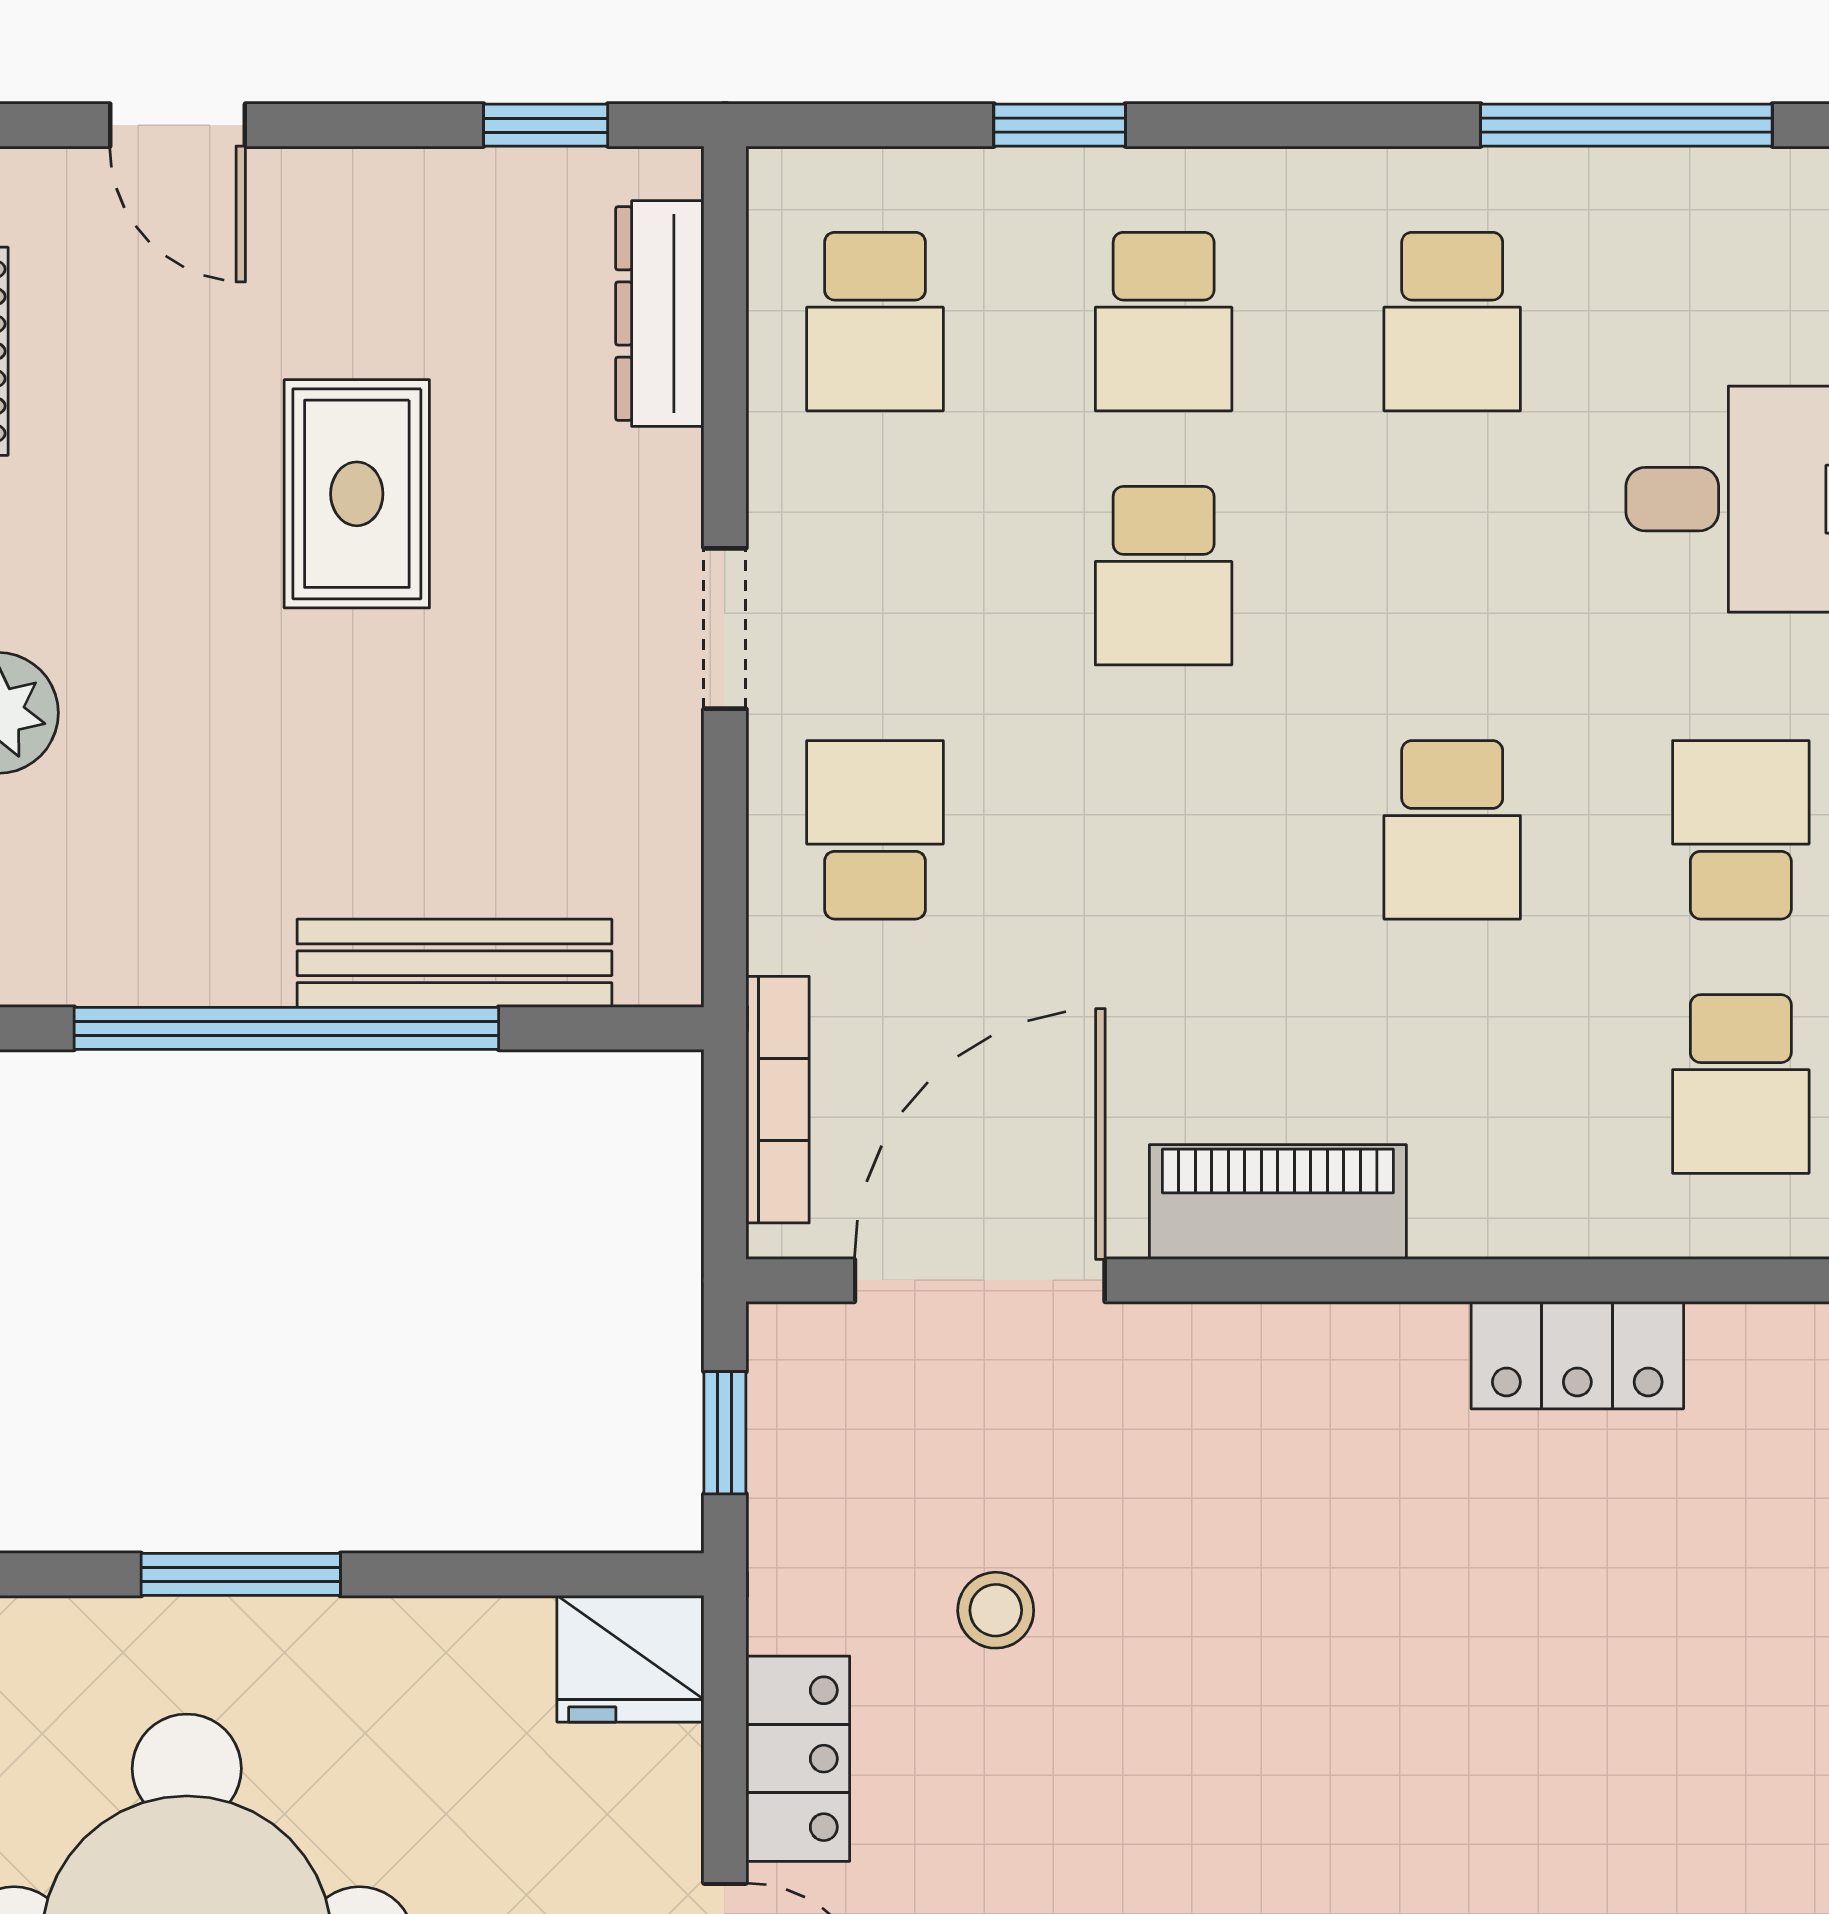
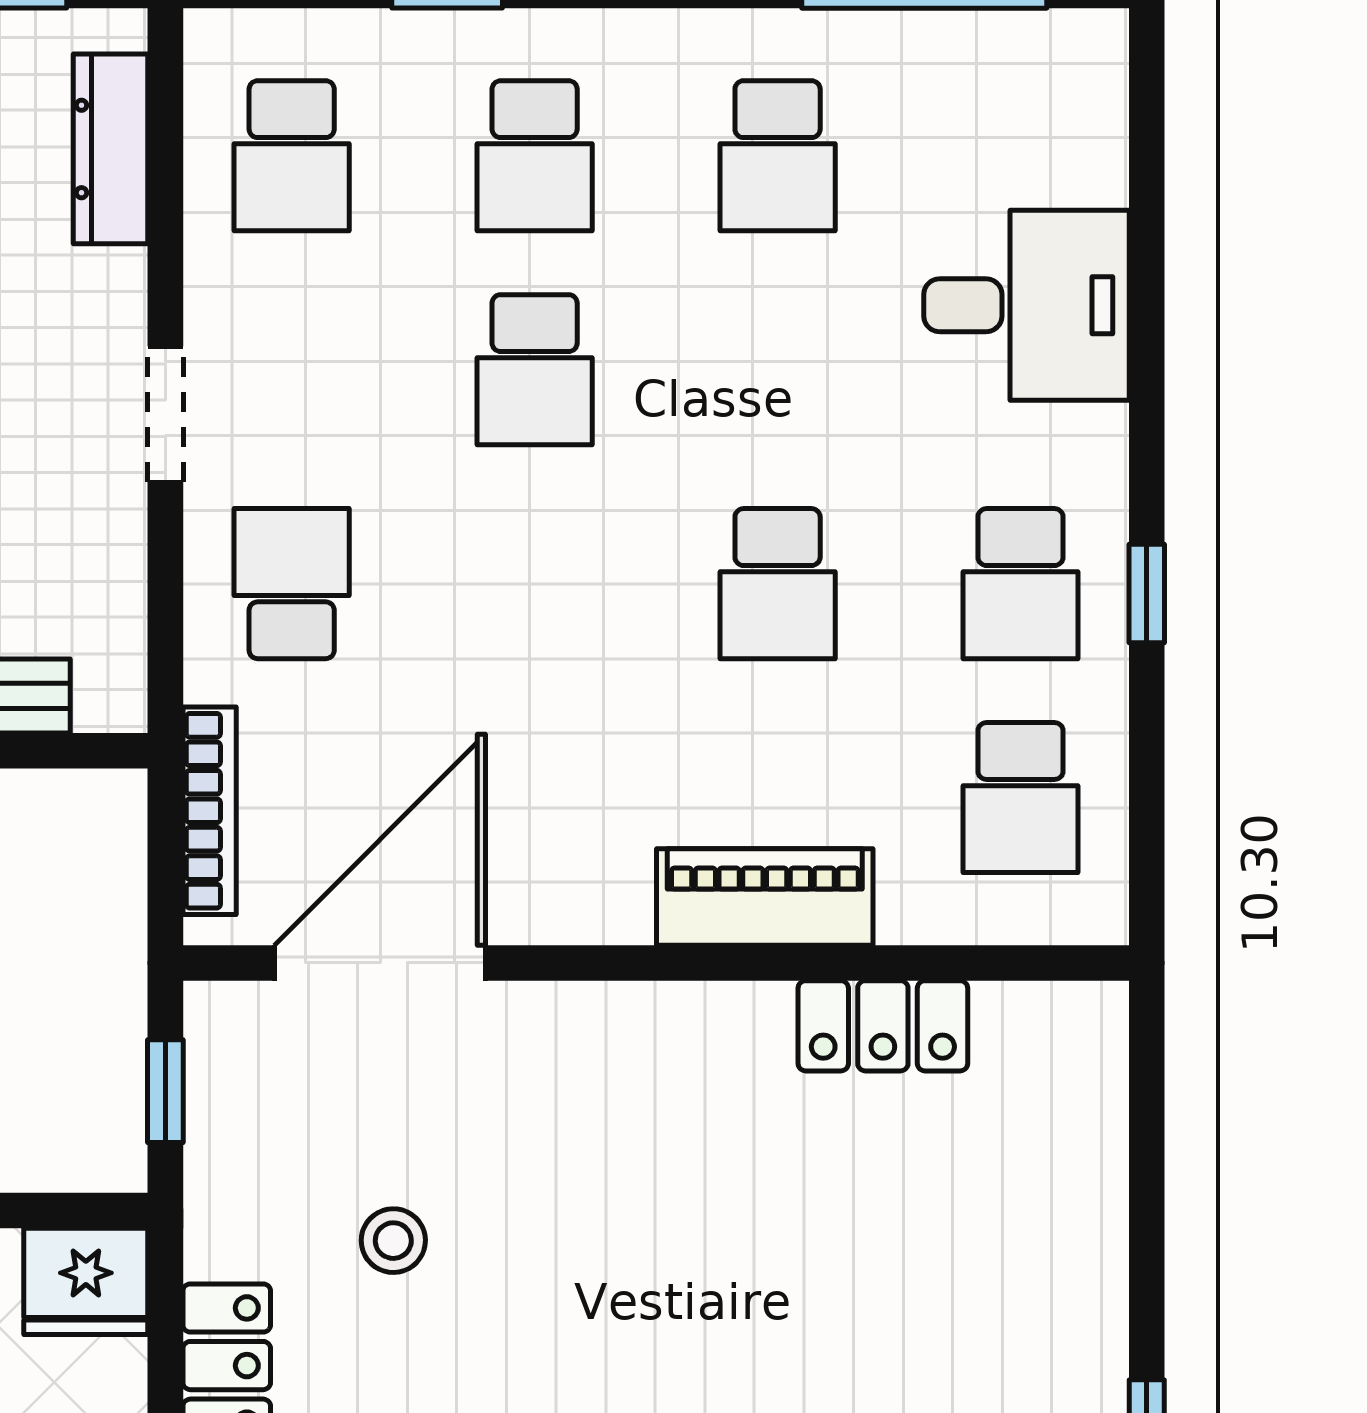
school desk: (1741, 830) -> (1020, 584), turned 180
piano: (1278, 1202) -> (765, 897), moved

